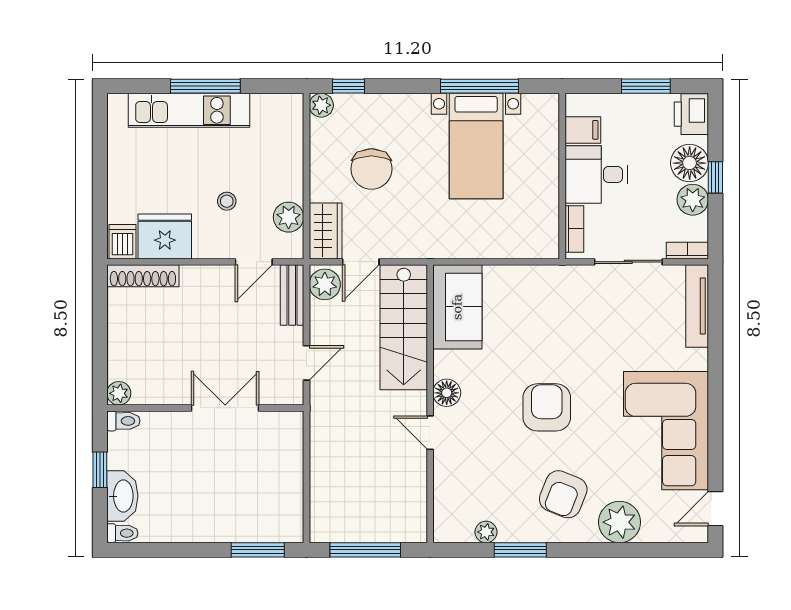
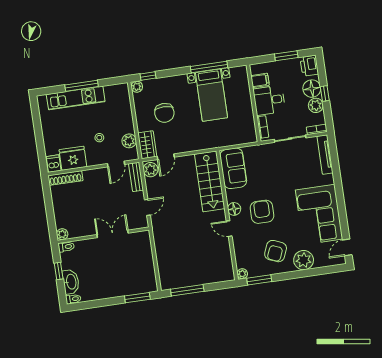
sofa: (457, 307) -> (233, 168), moved
stairs: (404, 327) -> (210, 181), moved
floor lamp: (447, 393) -> (234, 209), moved
wall: (430, 404) -> (227, 215), moved
door: (430, 433) -> (229, 229), moved

